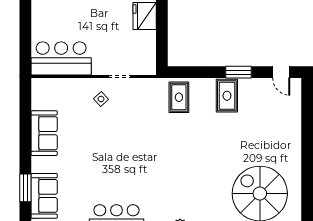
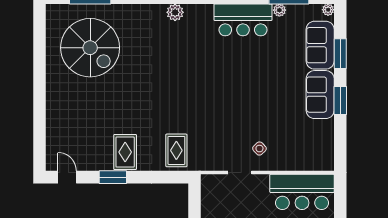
sofa: (44, 133) -> (320, 95), moved
window: (25, 144) -> (340, 100), added

